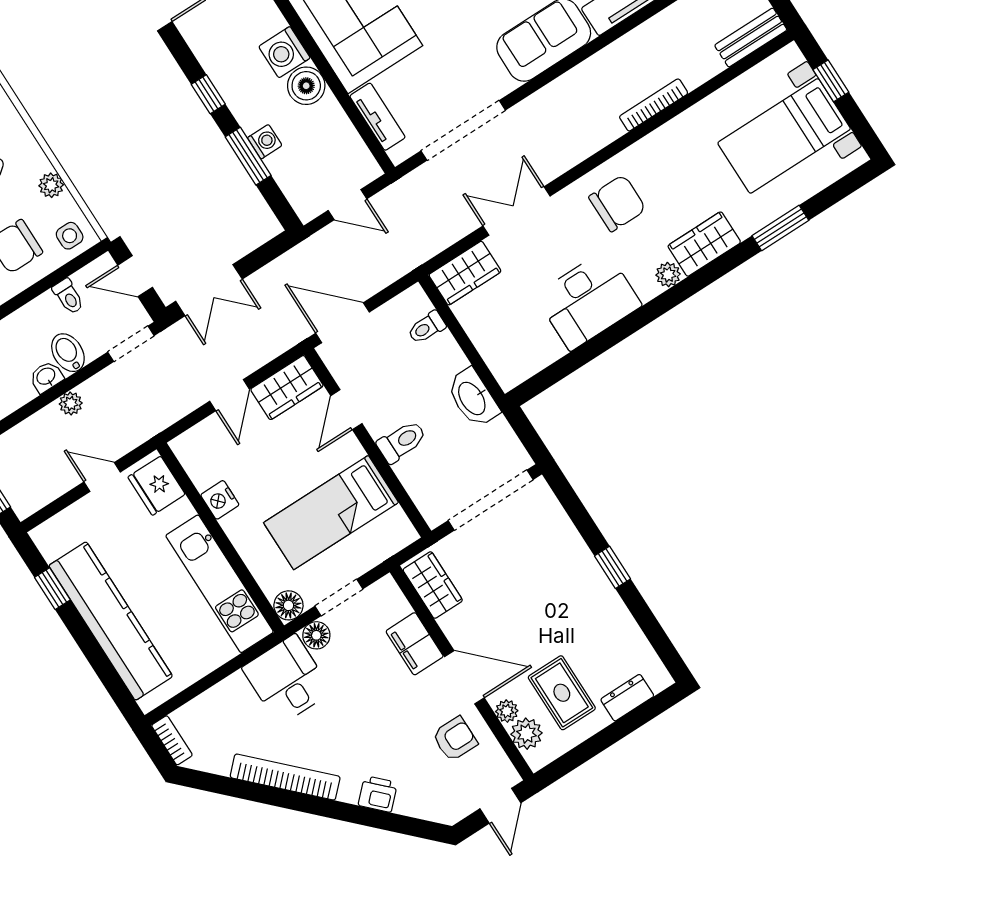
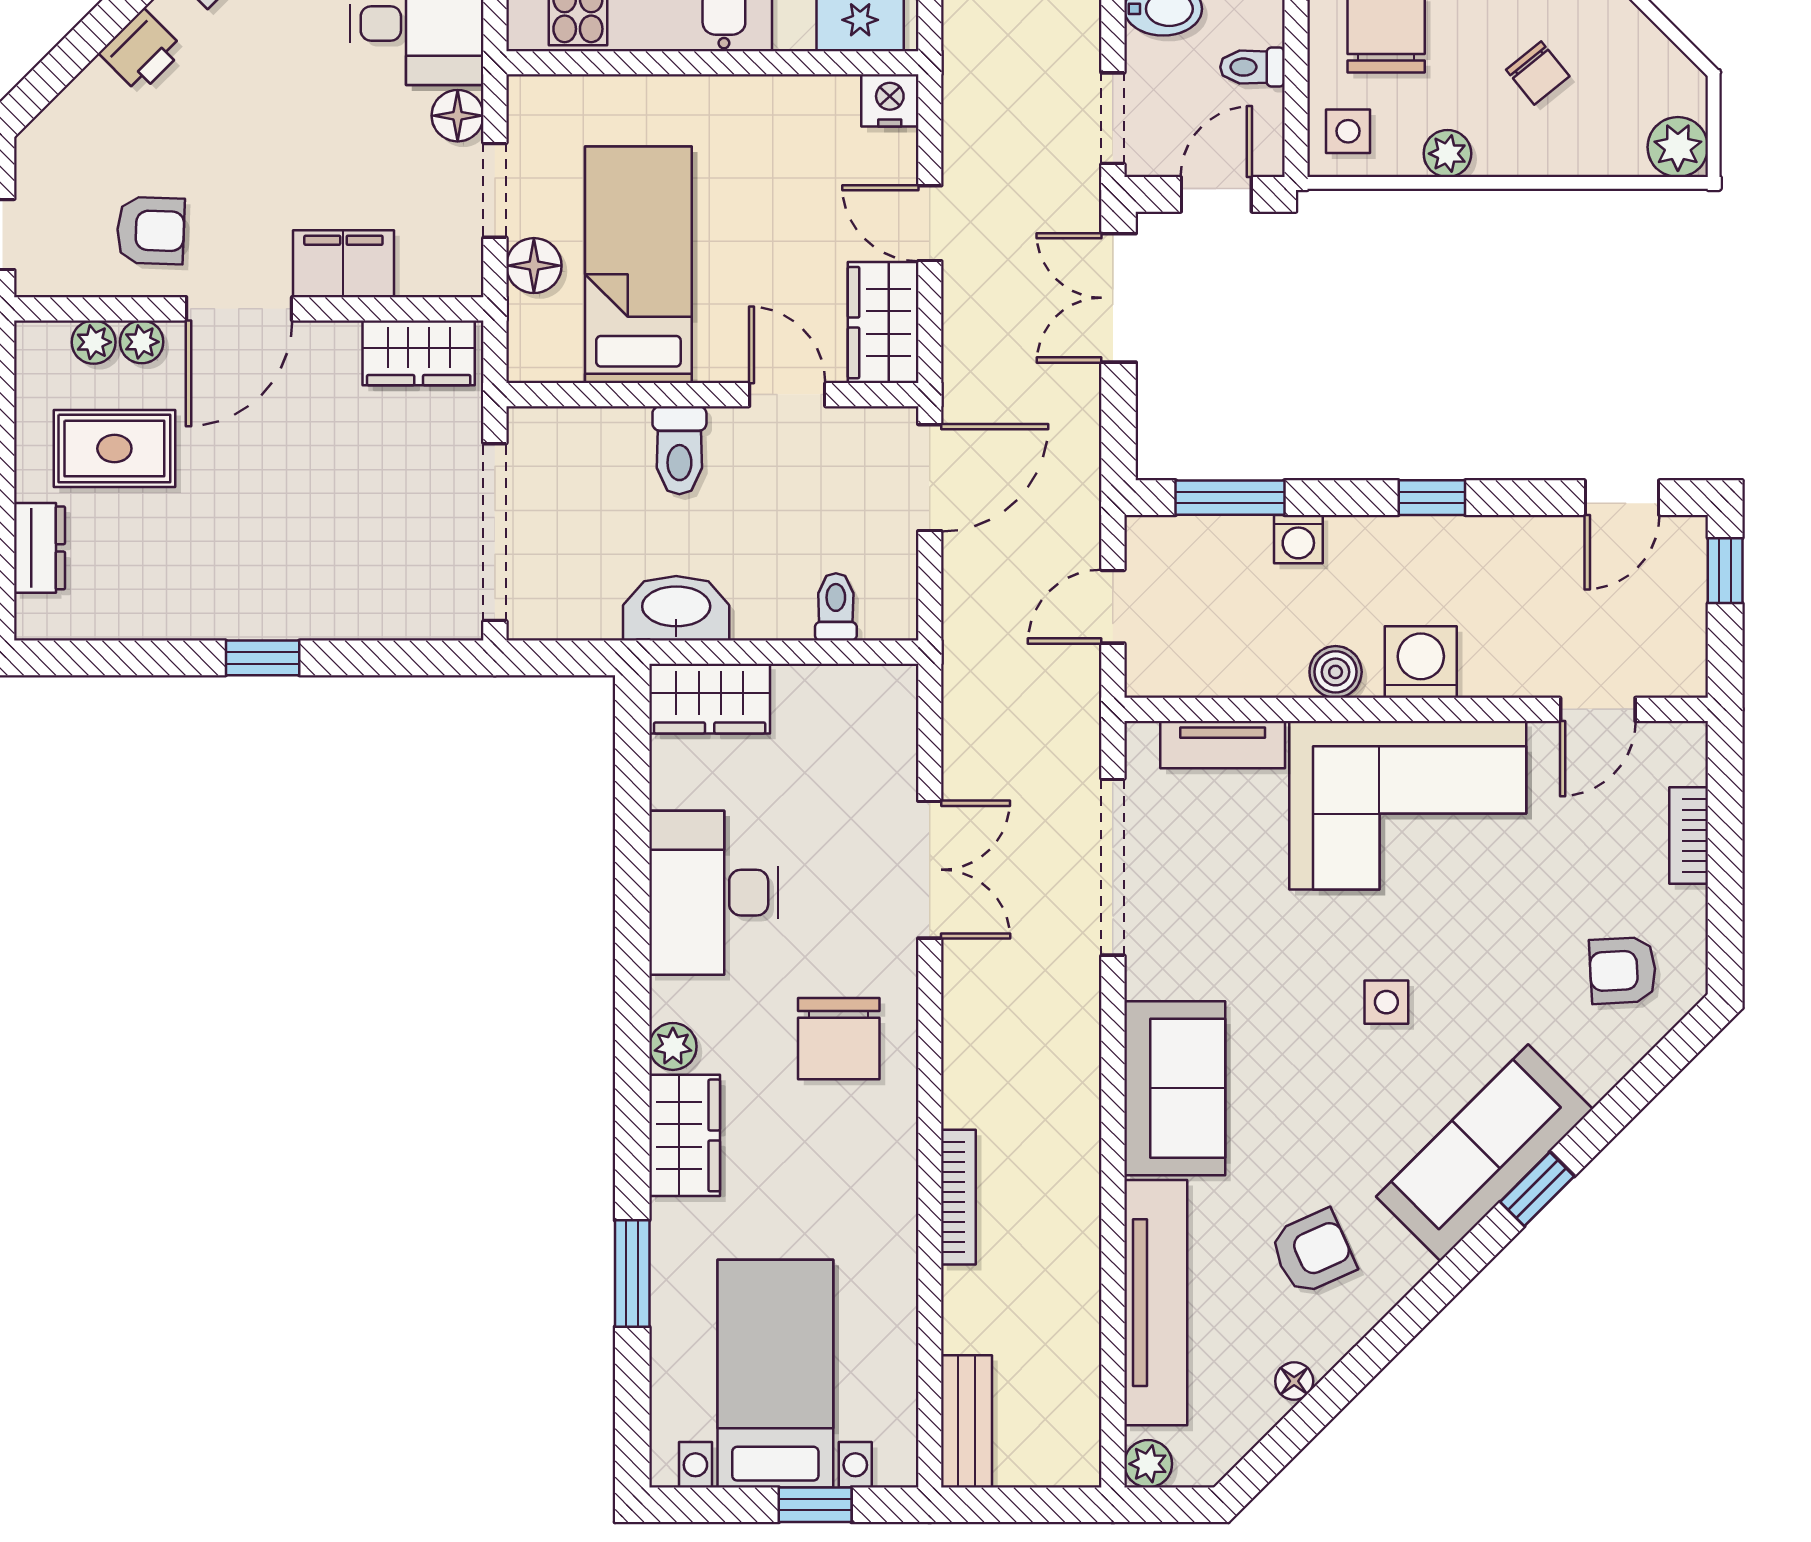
boiler: (306, 86) -> (1336, 672), width x0.73, depth x0.73
window: (248, 156) -> (1230, 498), moved
wardrobe: (465, 273) -> (710, 699), moved, turned -90
nightstand: (220, 500) -> (890, 100), moved
floor lamp: (288, 605) -> (534, 266), moved
plant: (526, 734) -> (94, 342), width x0.73, depth x0.73
armchair: (455, 739) -> (151, 231), turned -88

